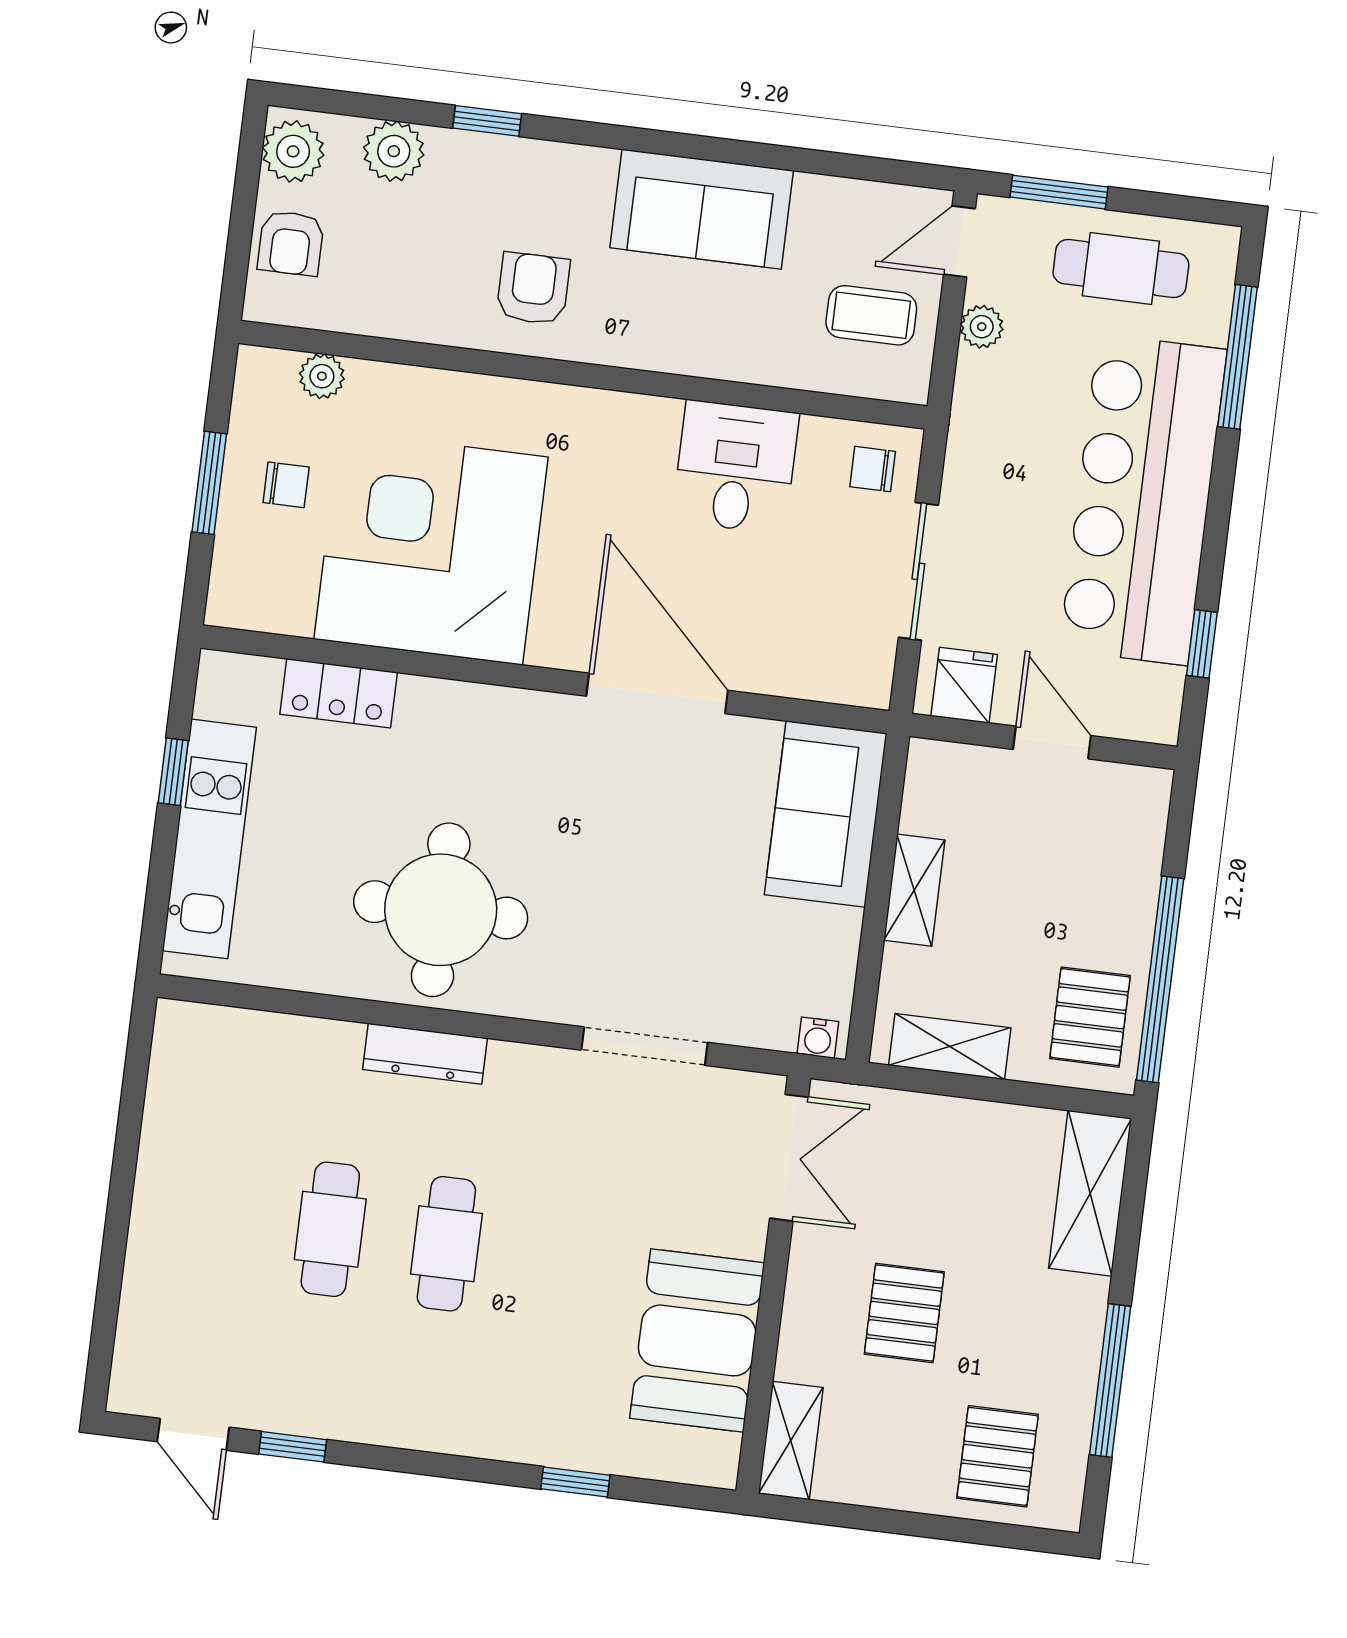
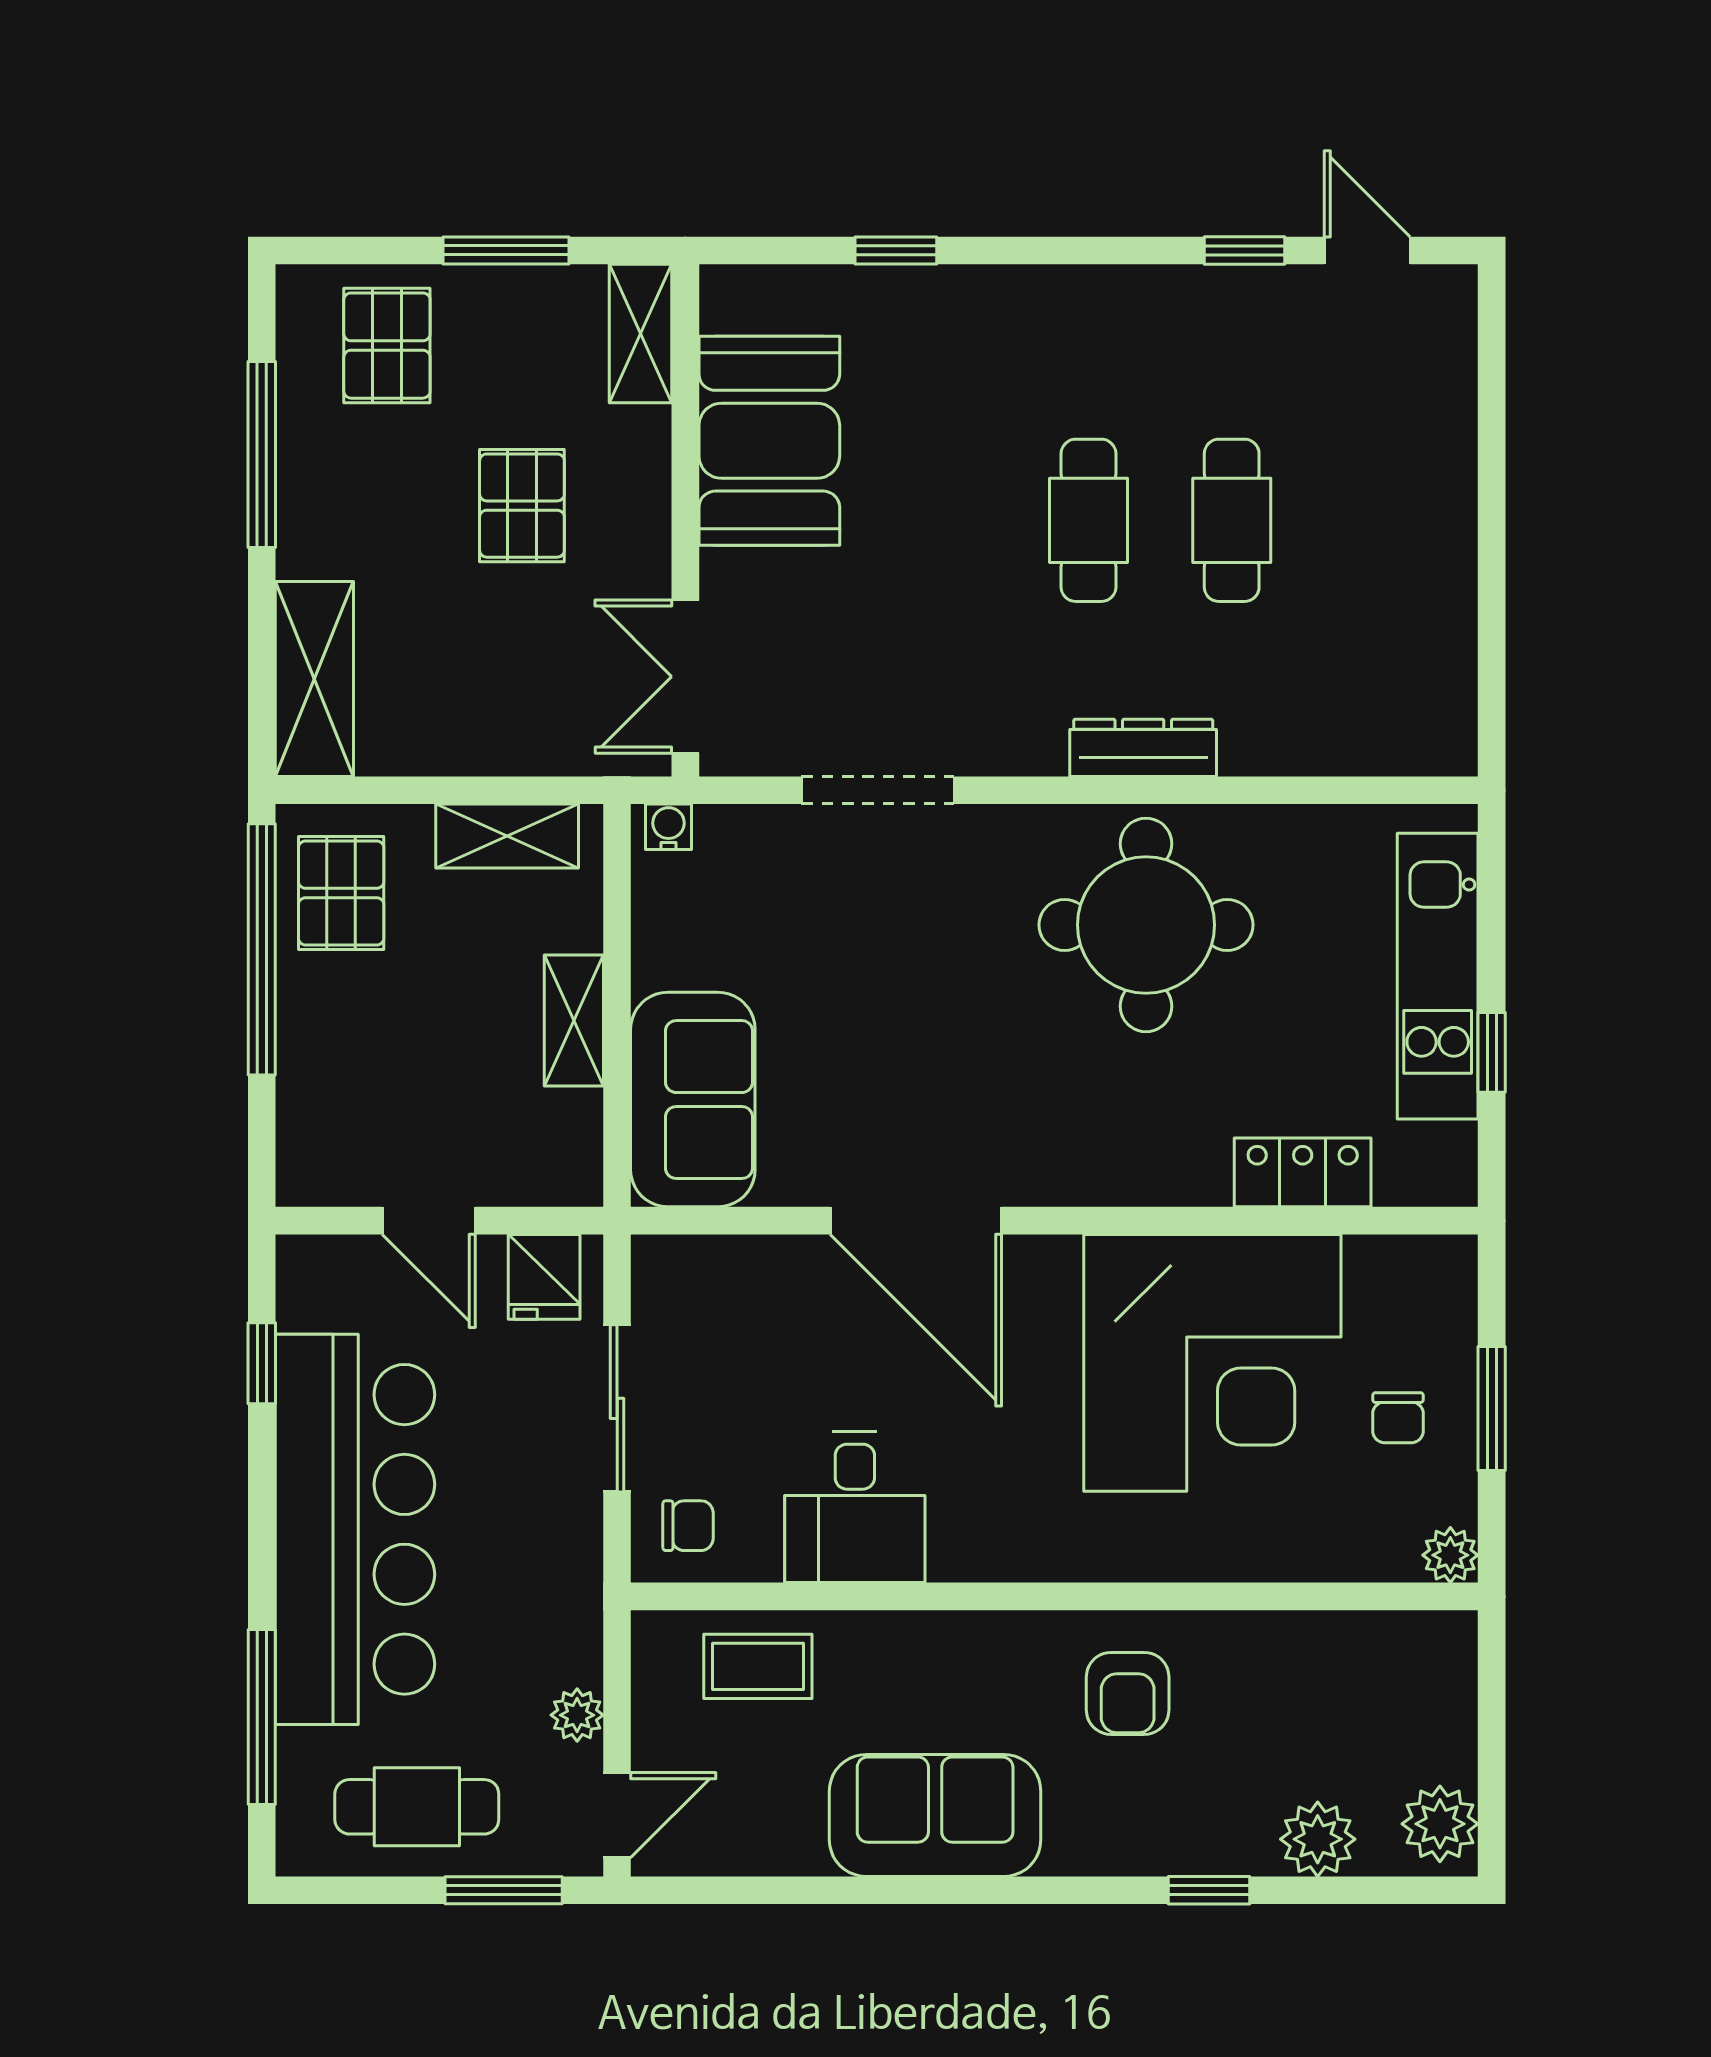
armchair: (291, 243) -> (1429, 1712), removed
coffee table: (871, 315) -> (758, 1666), moved
plant: (322, 376) -> (1450, 1555), moved
chair: (286, 485) -> (1398, 1418), turned -90
window: (892, 1521) -> (506, 250), added

